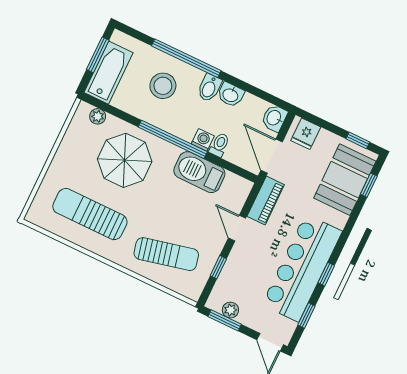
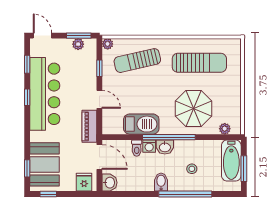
stool: (163, 86) -> (192, 169), width x0.53, depth x0.53
washbasin: (231, 95) -> (165, 147), moved, turned 180
plant: (193, 293) -> (108, 44), added

